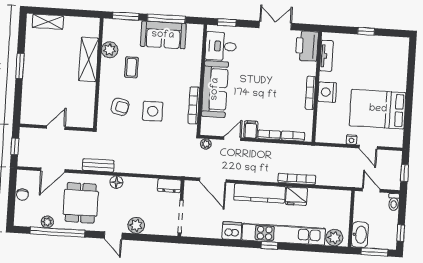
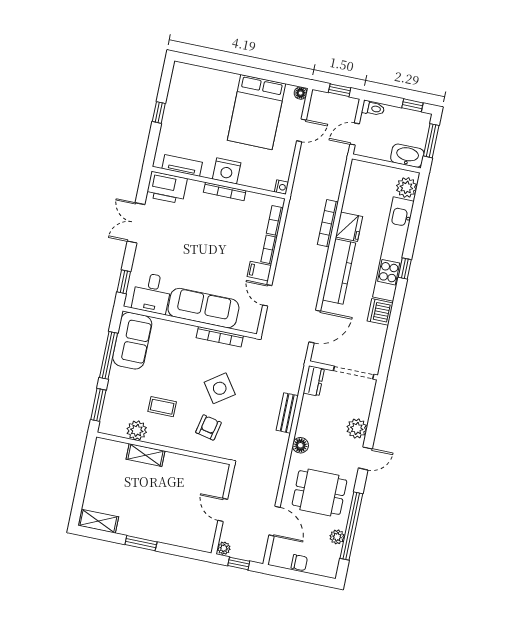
shelving: (48, 22) -> (98, 521), moved, turned 90
sofa: (163, 35) -> (132, 341), moved
shelving: (89, 59) -> (146, 455), width x0.67, depth x0.75
side table: (153, 111) -> (220, 388), turned -35
nightstand: (352, 140) -> (281, 187), moved
floor lamp: (398, 142) -> (301, 93), added
plant: (206, 144) -> (224, 548), moved
bench: (98, 165) -> (287, 413), moved

